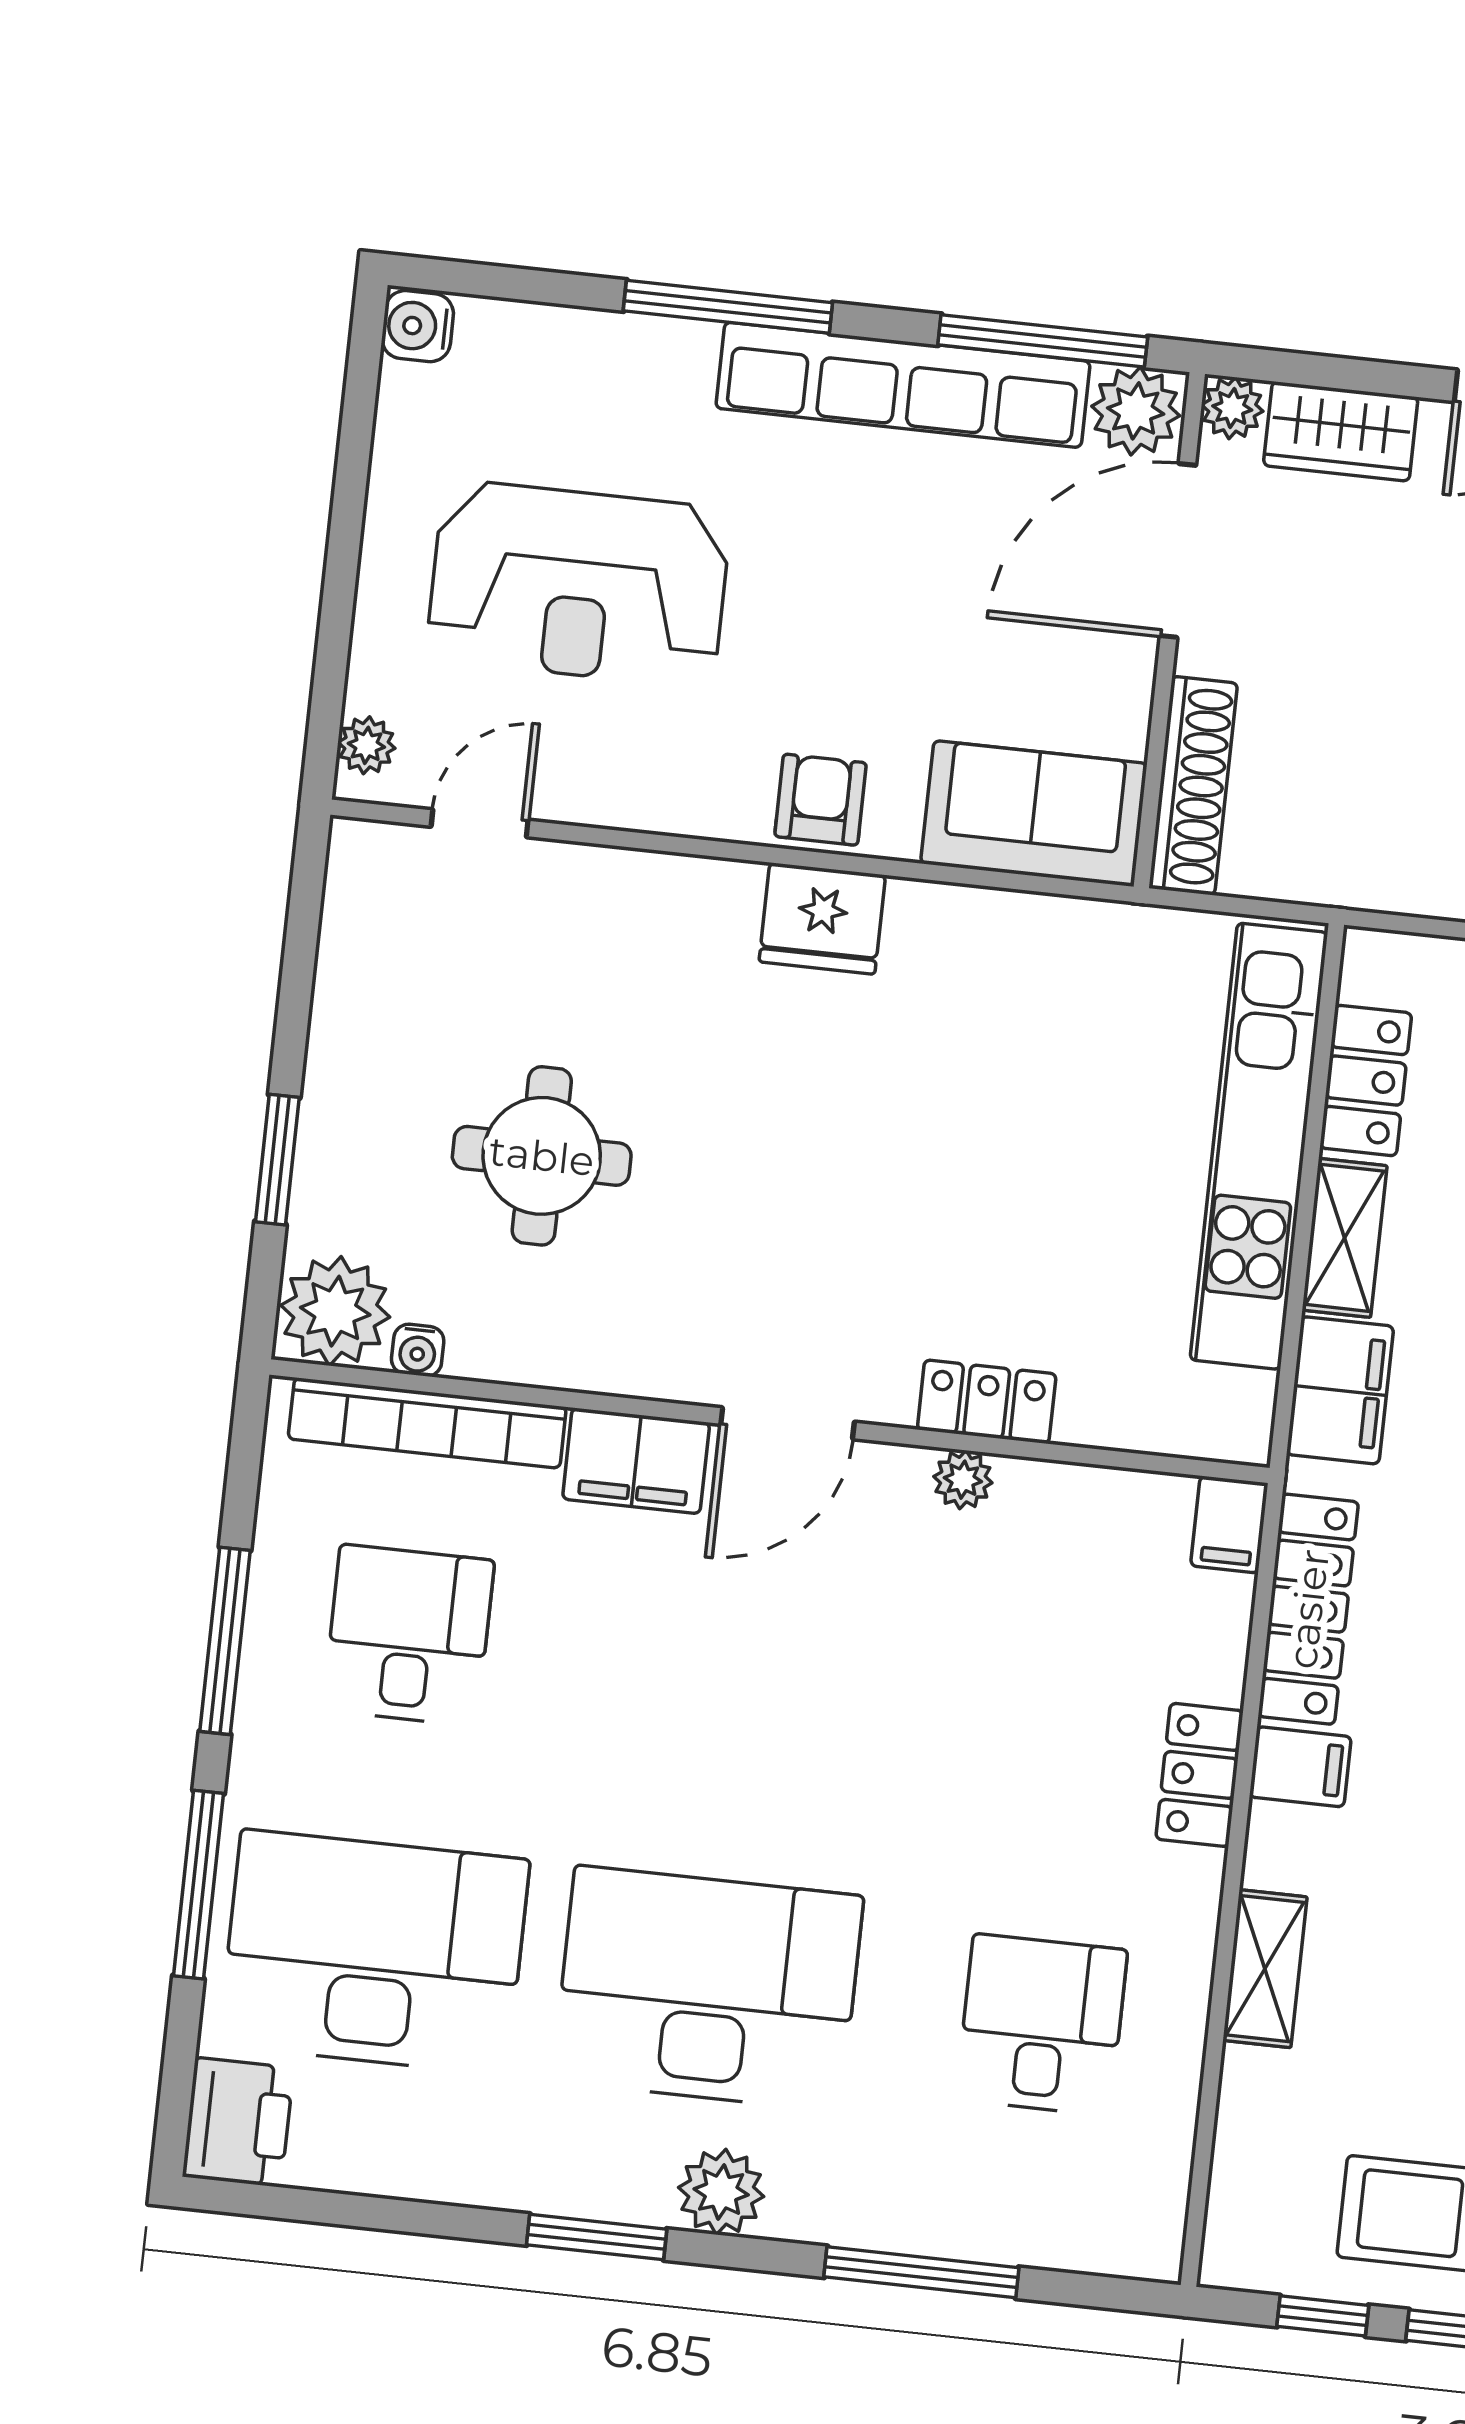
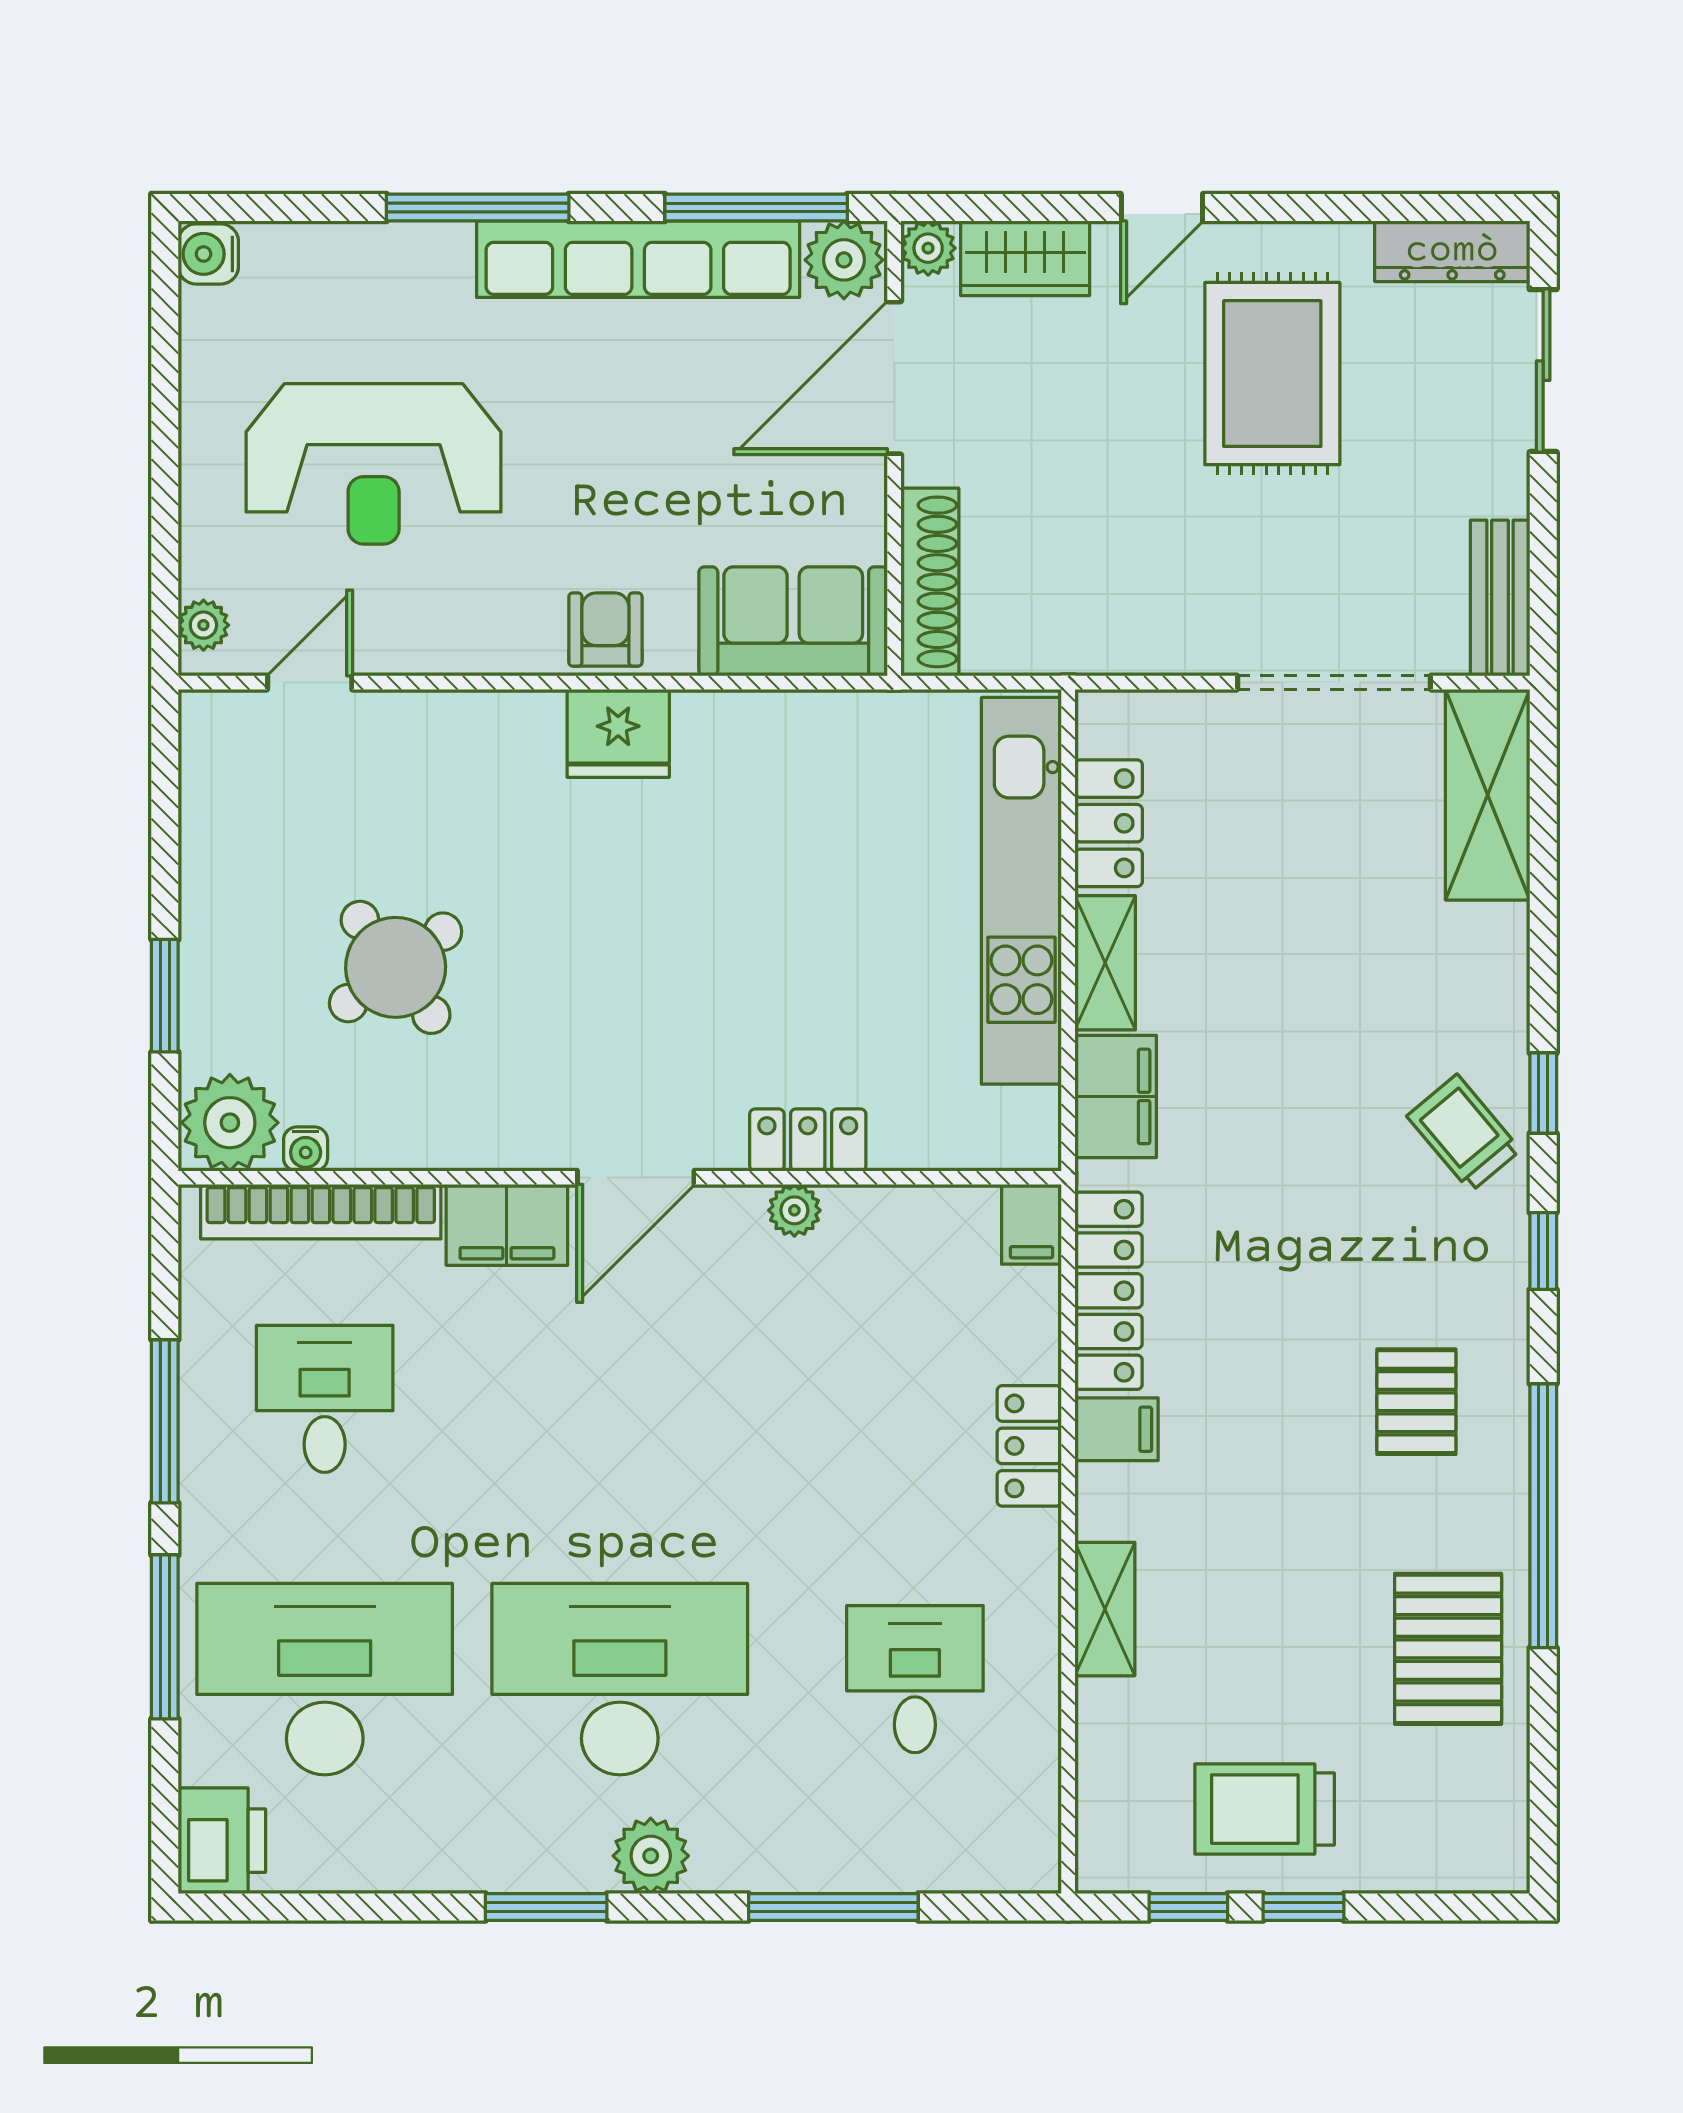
round table: (542, 1156) -> (396, 967), turned -37

